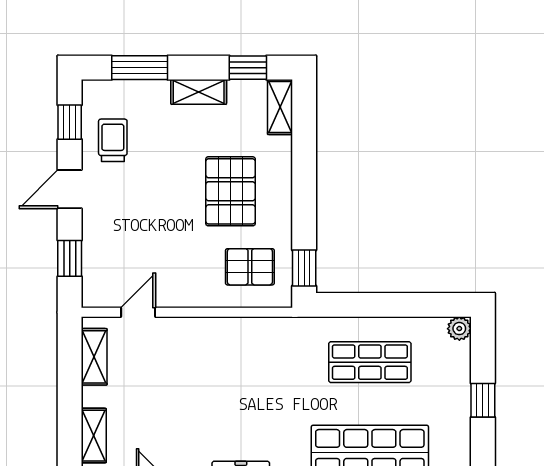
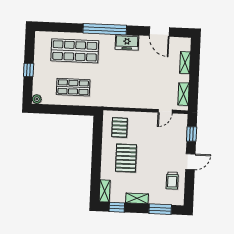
window: (70, 122) -> (189, 189), removed
pallet: (250, 267) -> (120, 127), turned 90
window: (304, 268) -> (98, 126), removed

